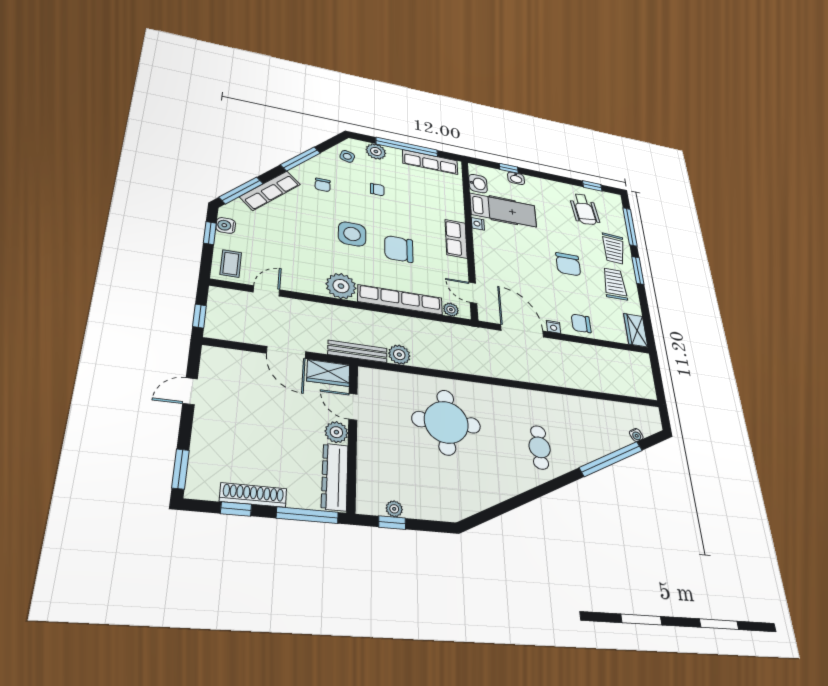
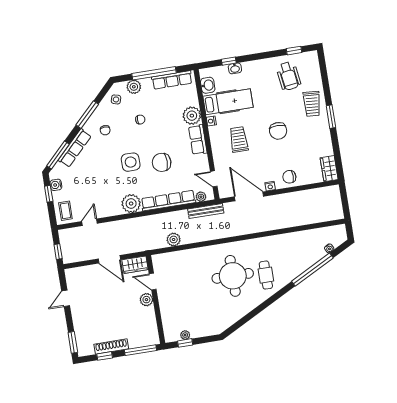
plant: (452, 209) -> (192, 116), added
window: (630, 227) -> (325, 78), removed
trolley: (615, 284) -> (239, 139), moved
bench: (358, 351) -> (206, 211), moved
round table: (446, 422) -> (233, 276), moved
dresser: (335, 477) -> (150, 326), removed

